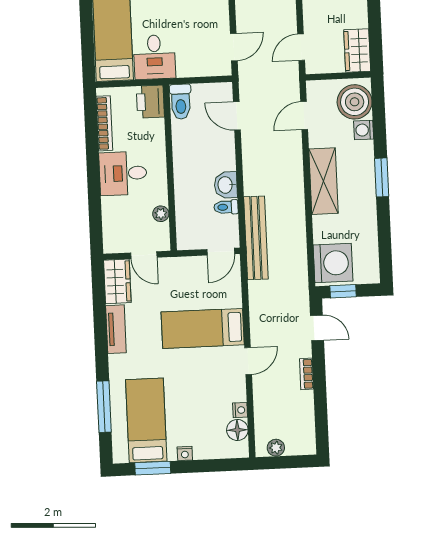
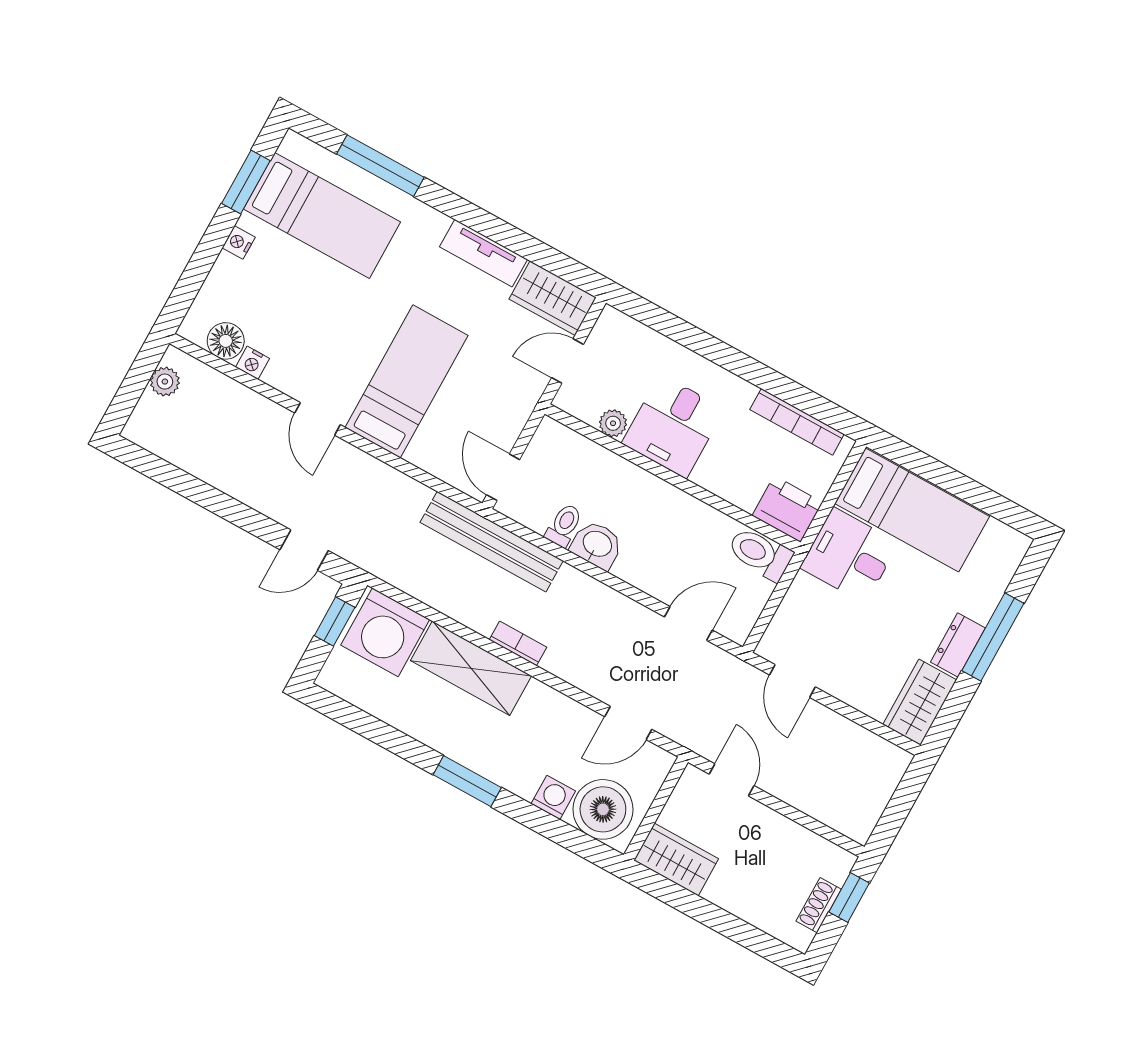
door: (304, 116) -> (628, 723), swing flipped
desk: (123, 173) -> (673, 426), moved, turned 180
shelving: (323, 181) -> (471, 668), moved
bookcase: (306, 374) -> (518, 643), moved

